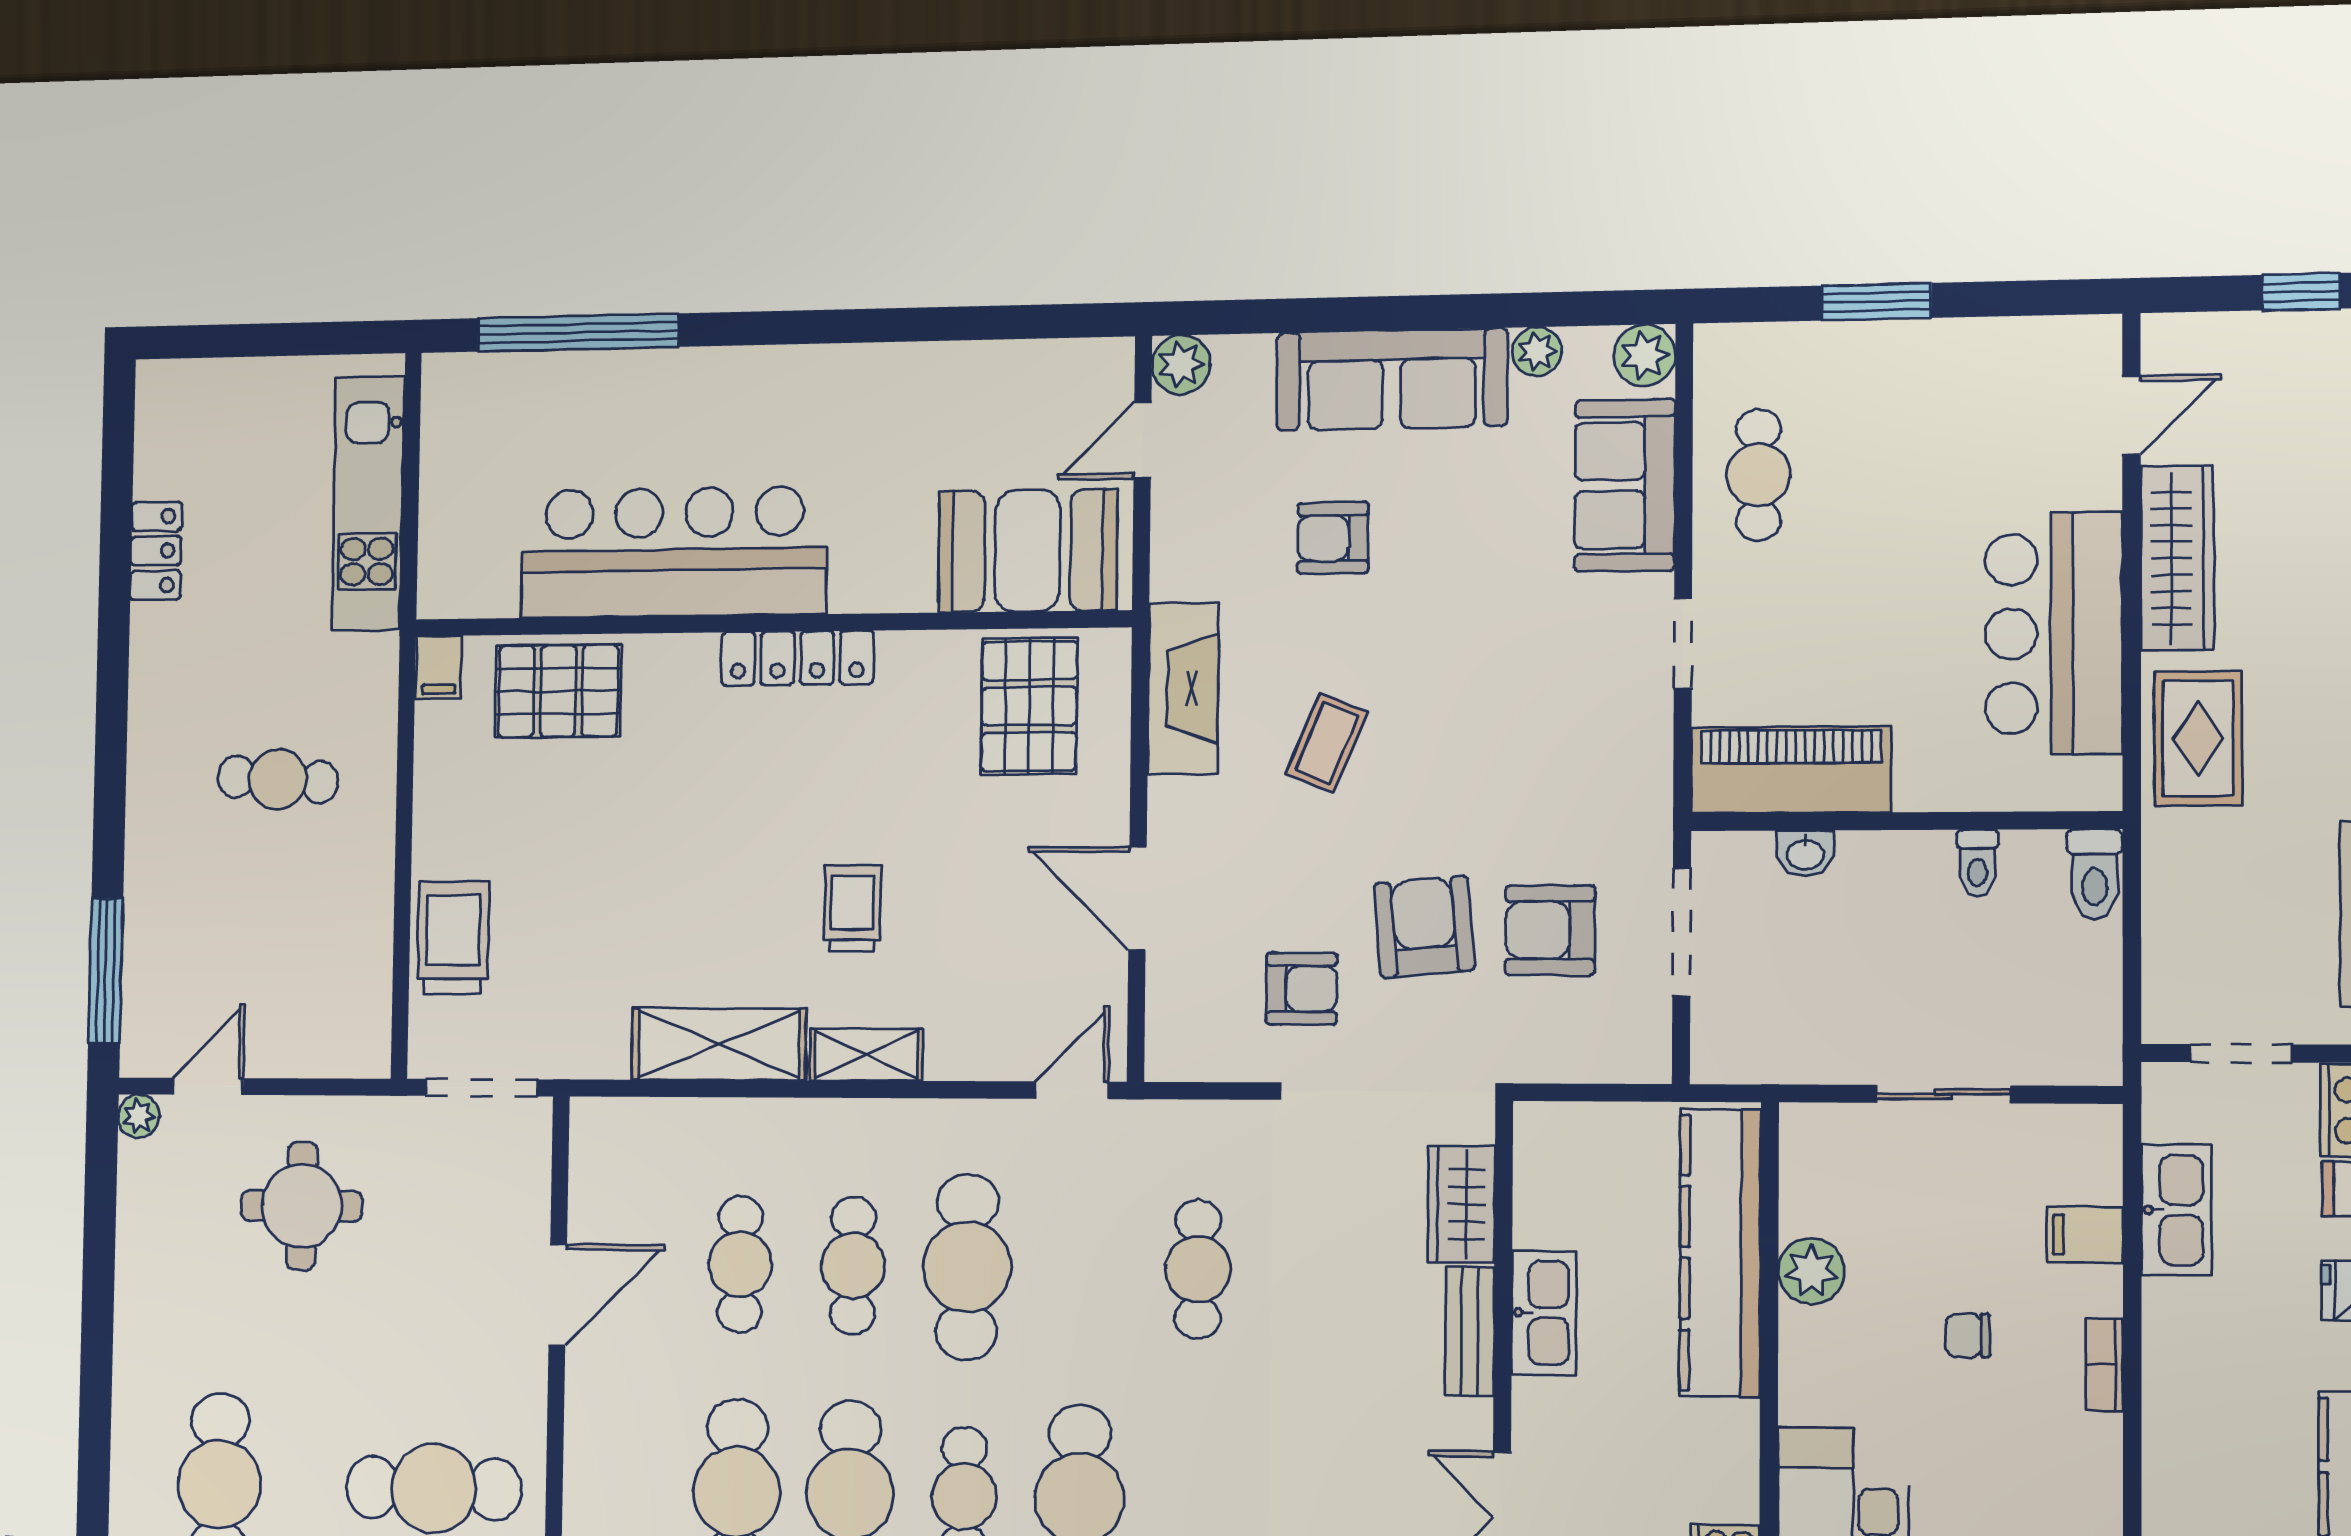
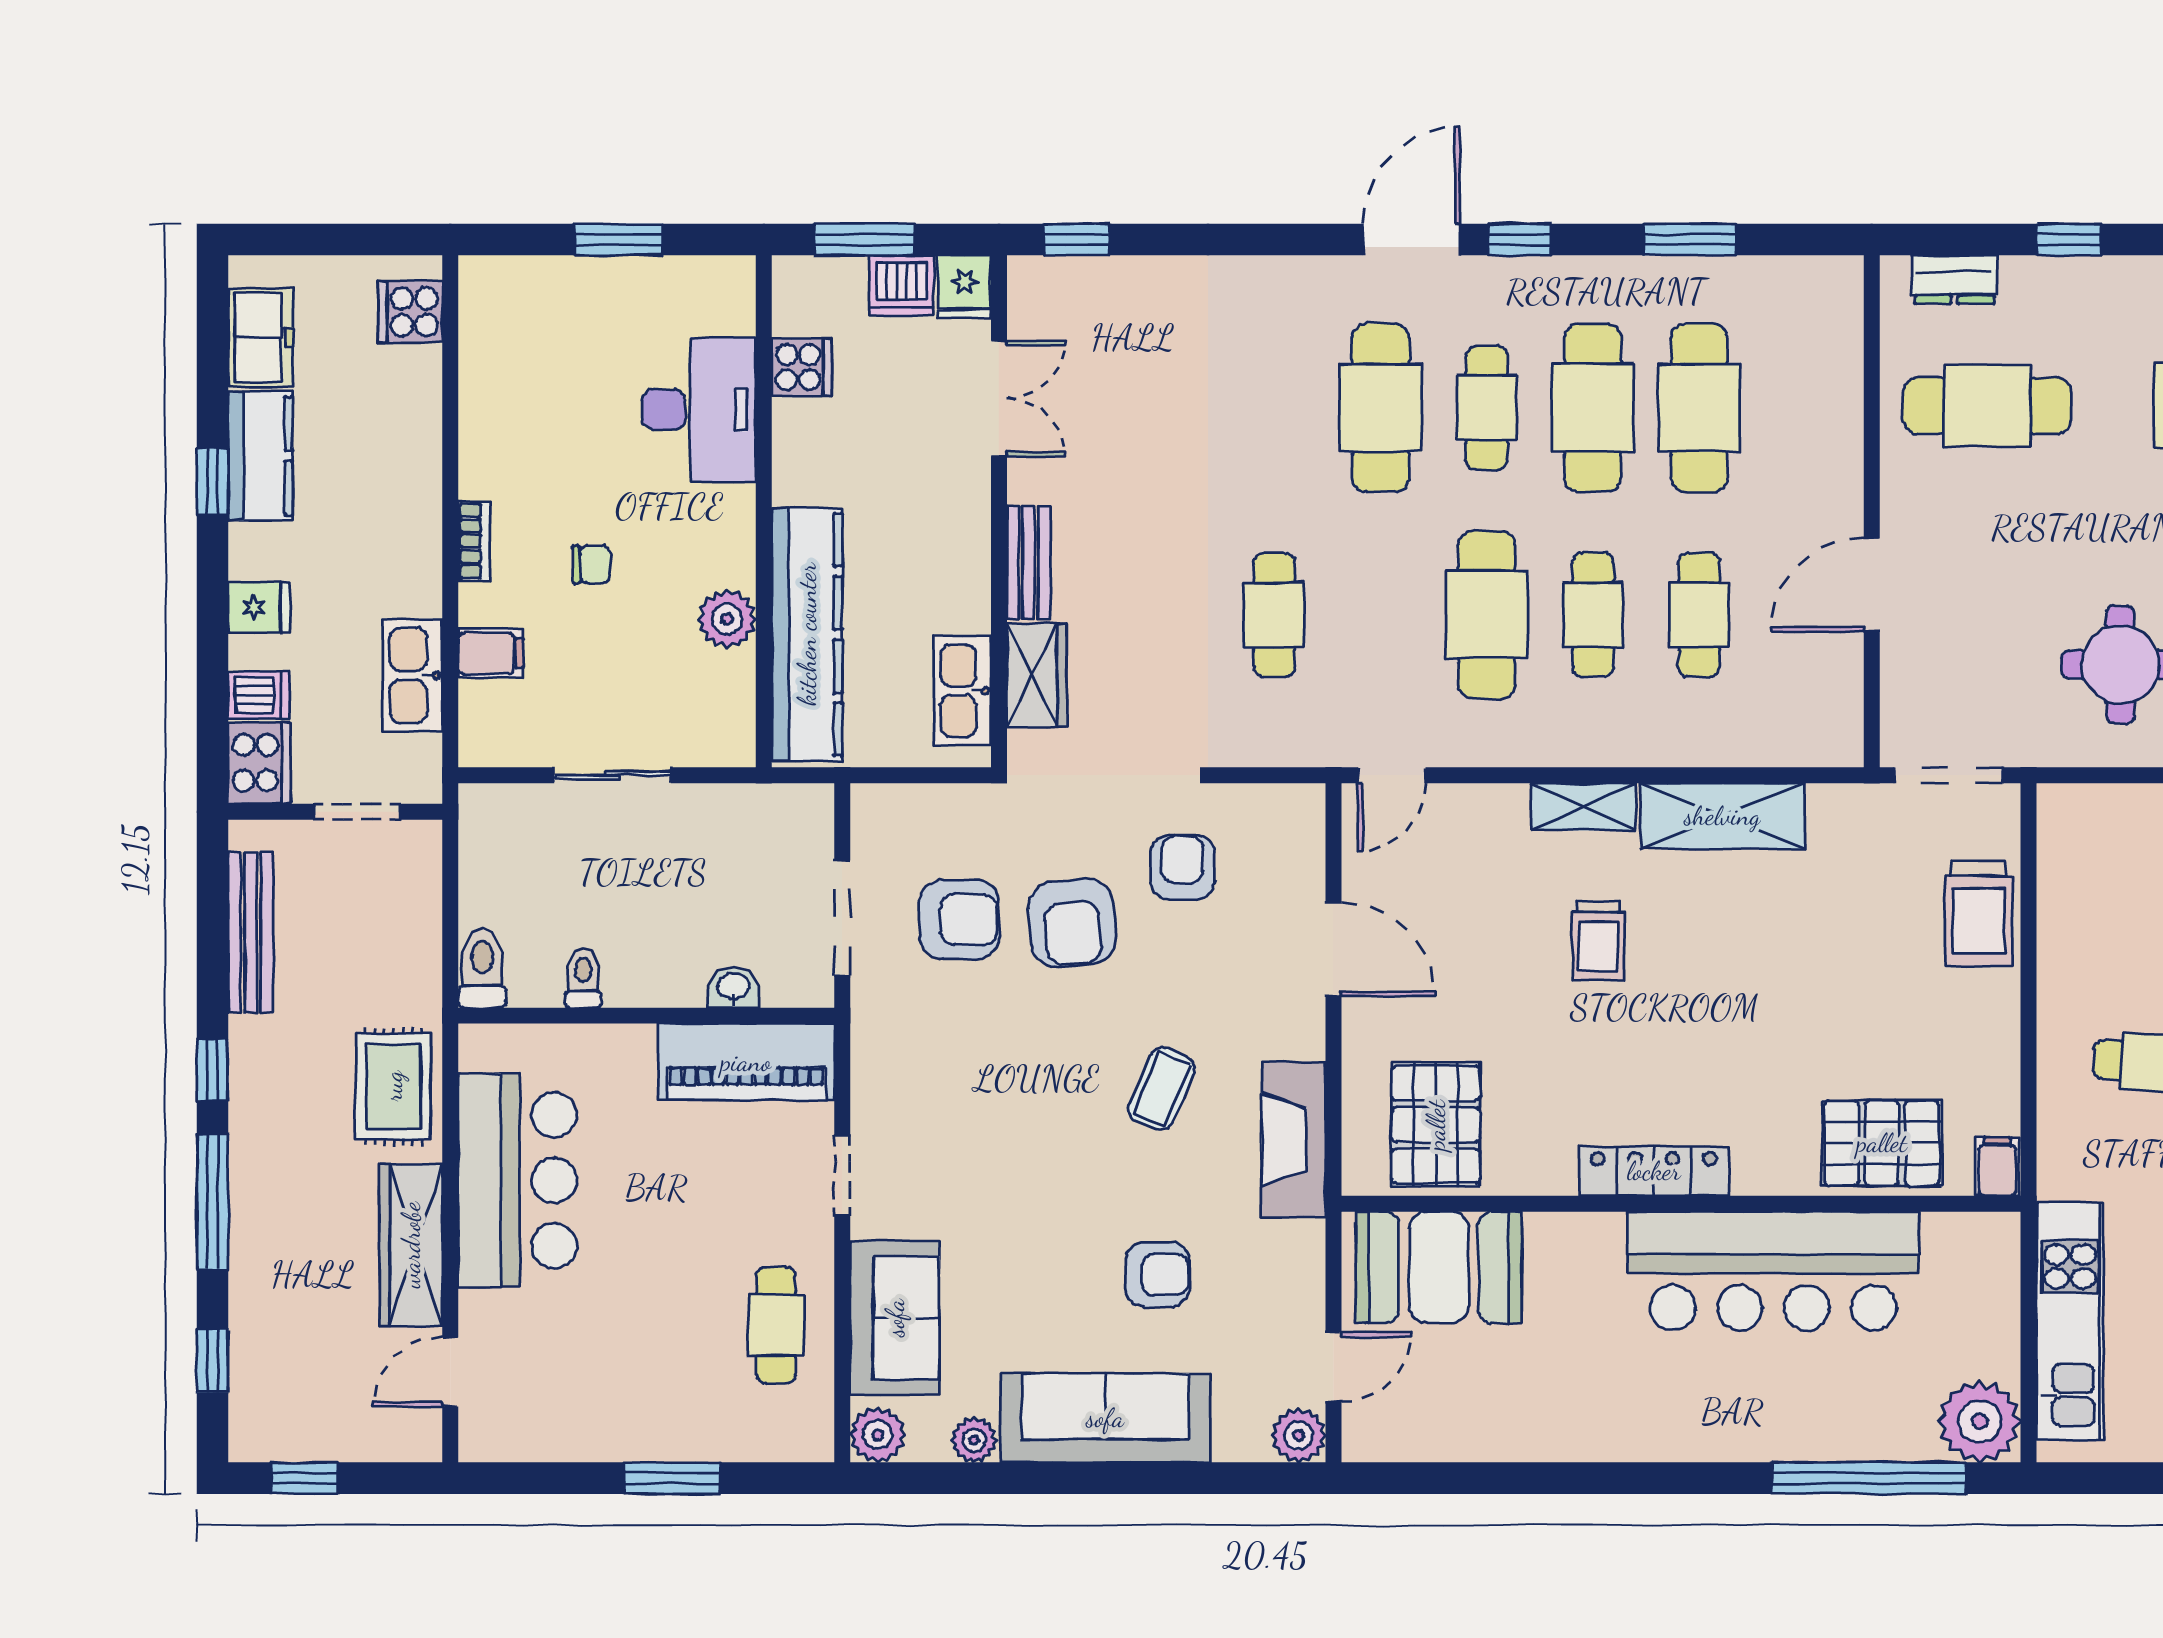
plant: (463, 395) -> (1980, 1421), added
armchair: (1302, 989) -> (1182, 867), turned 90
kitchen sink: (1544, 1313) -> (962, 691), moved

